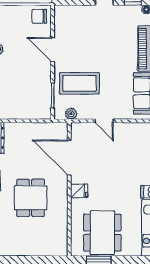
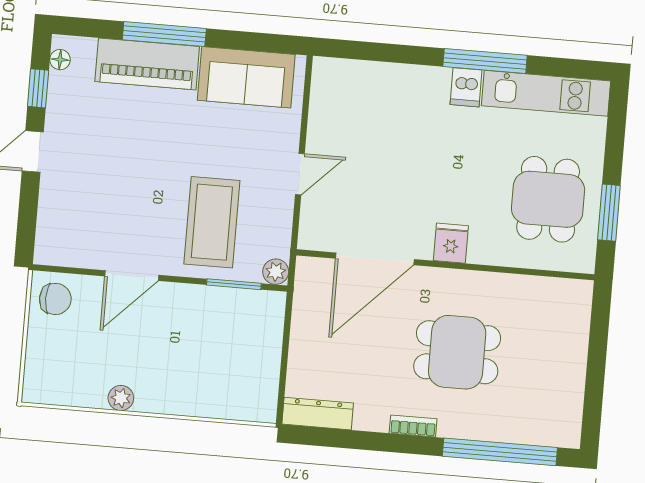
chair: (39, 16) -> (55, 299), turned -90
plant: (71, 114) -> (276, 272), moved
dining table: (102, 233) -> (548, 199), width x0.73

